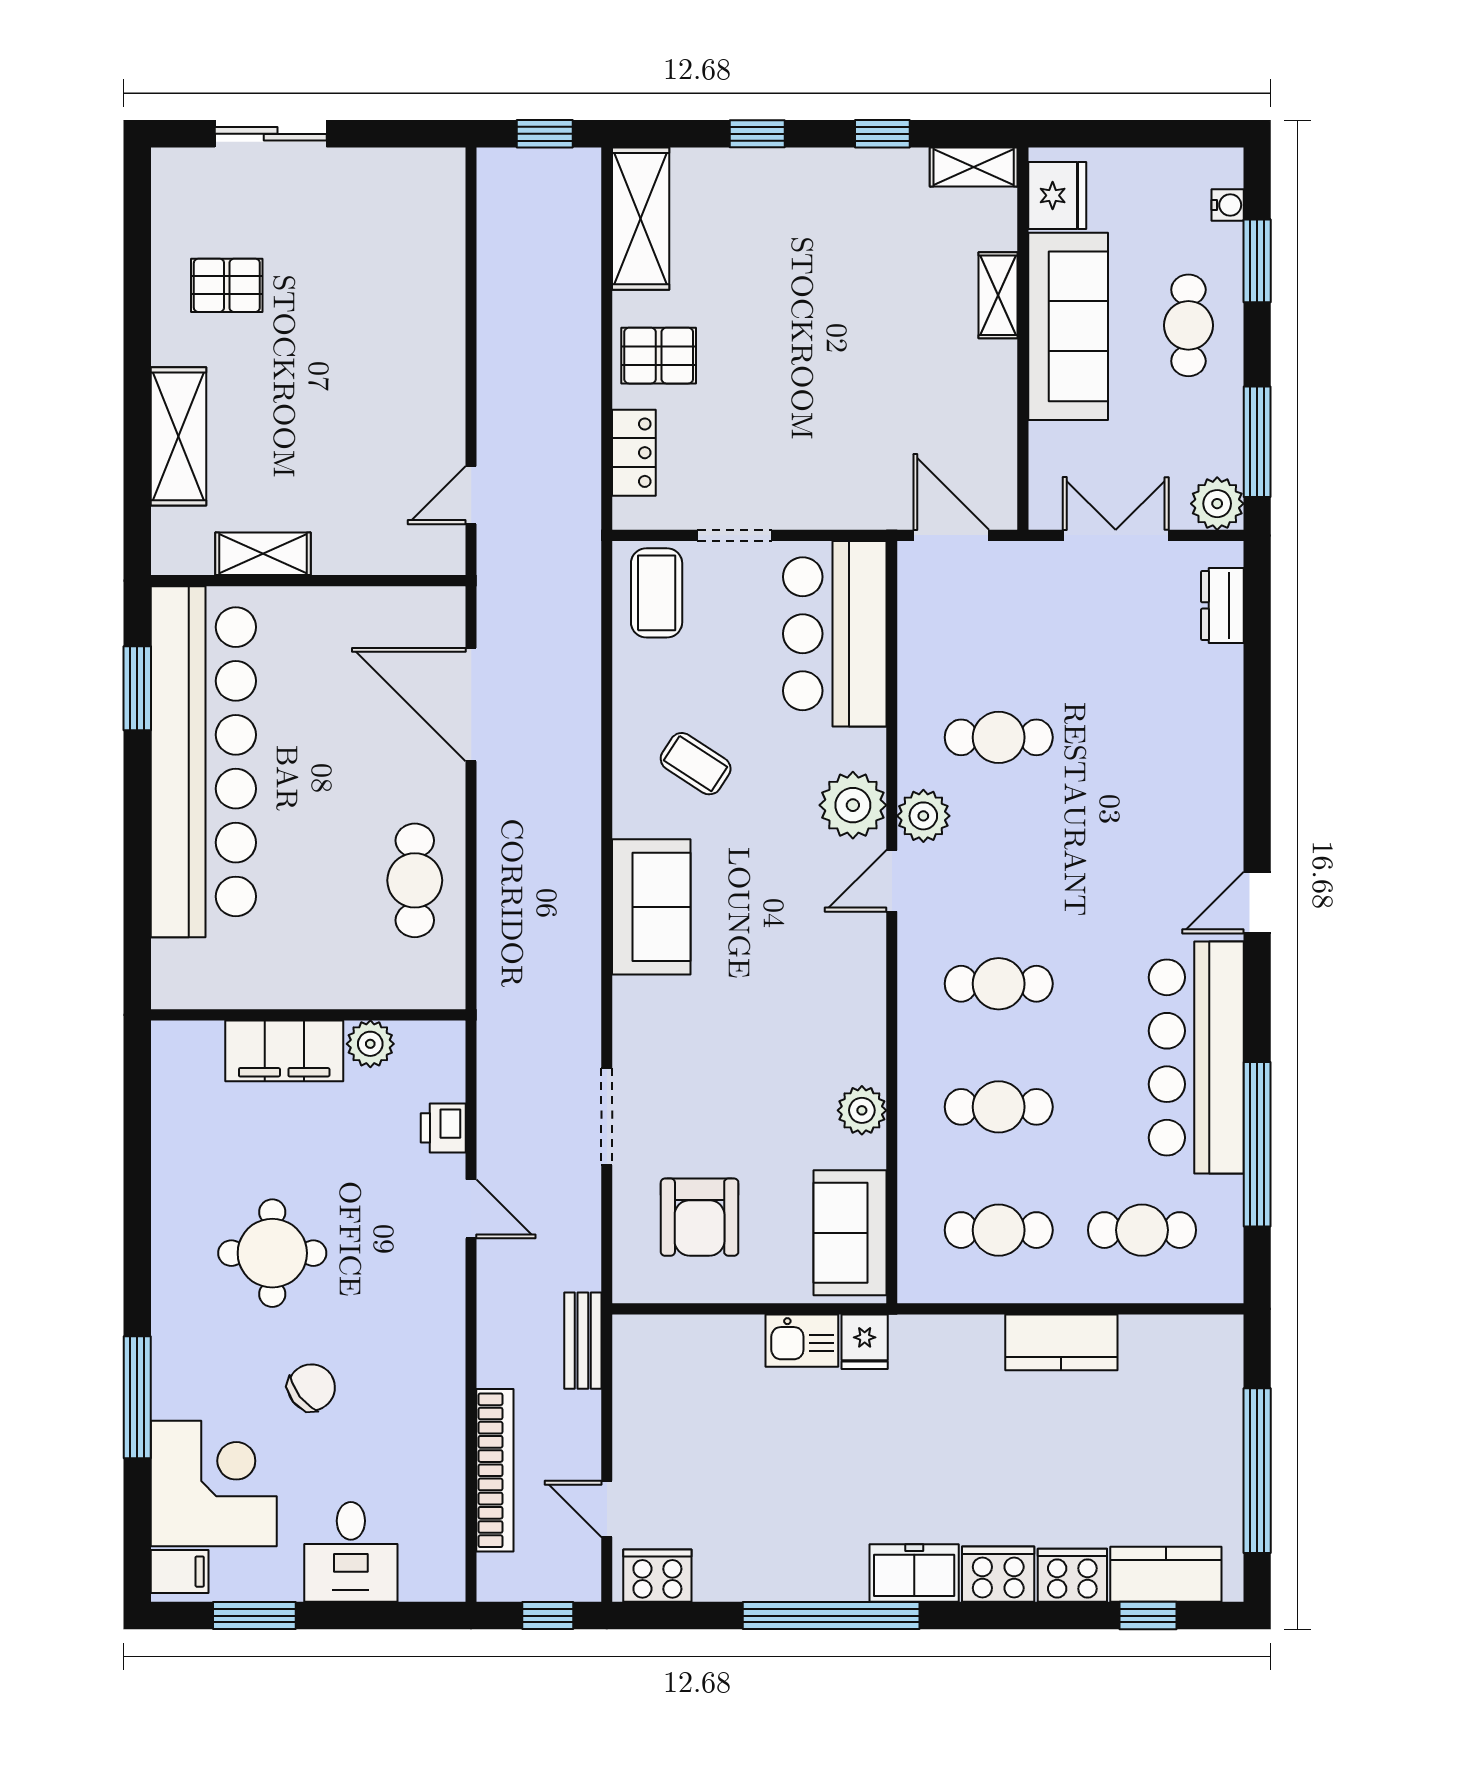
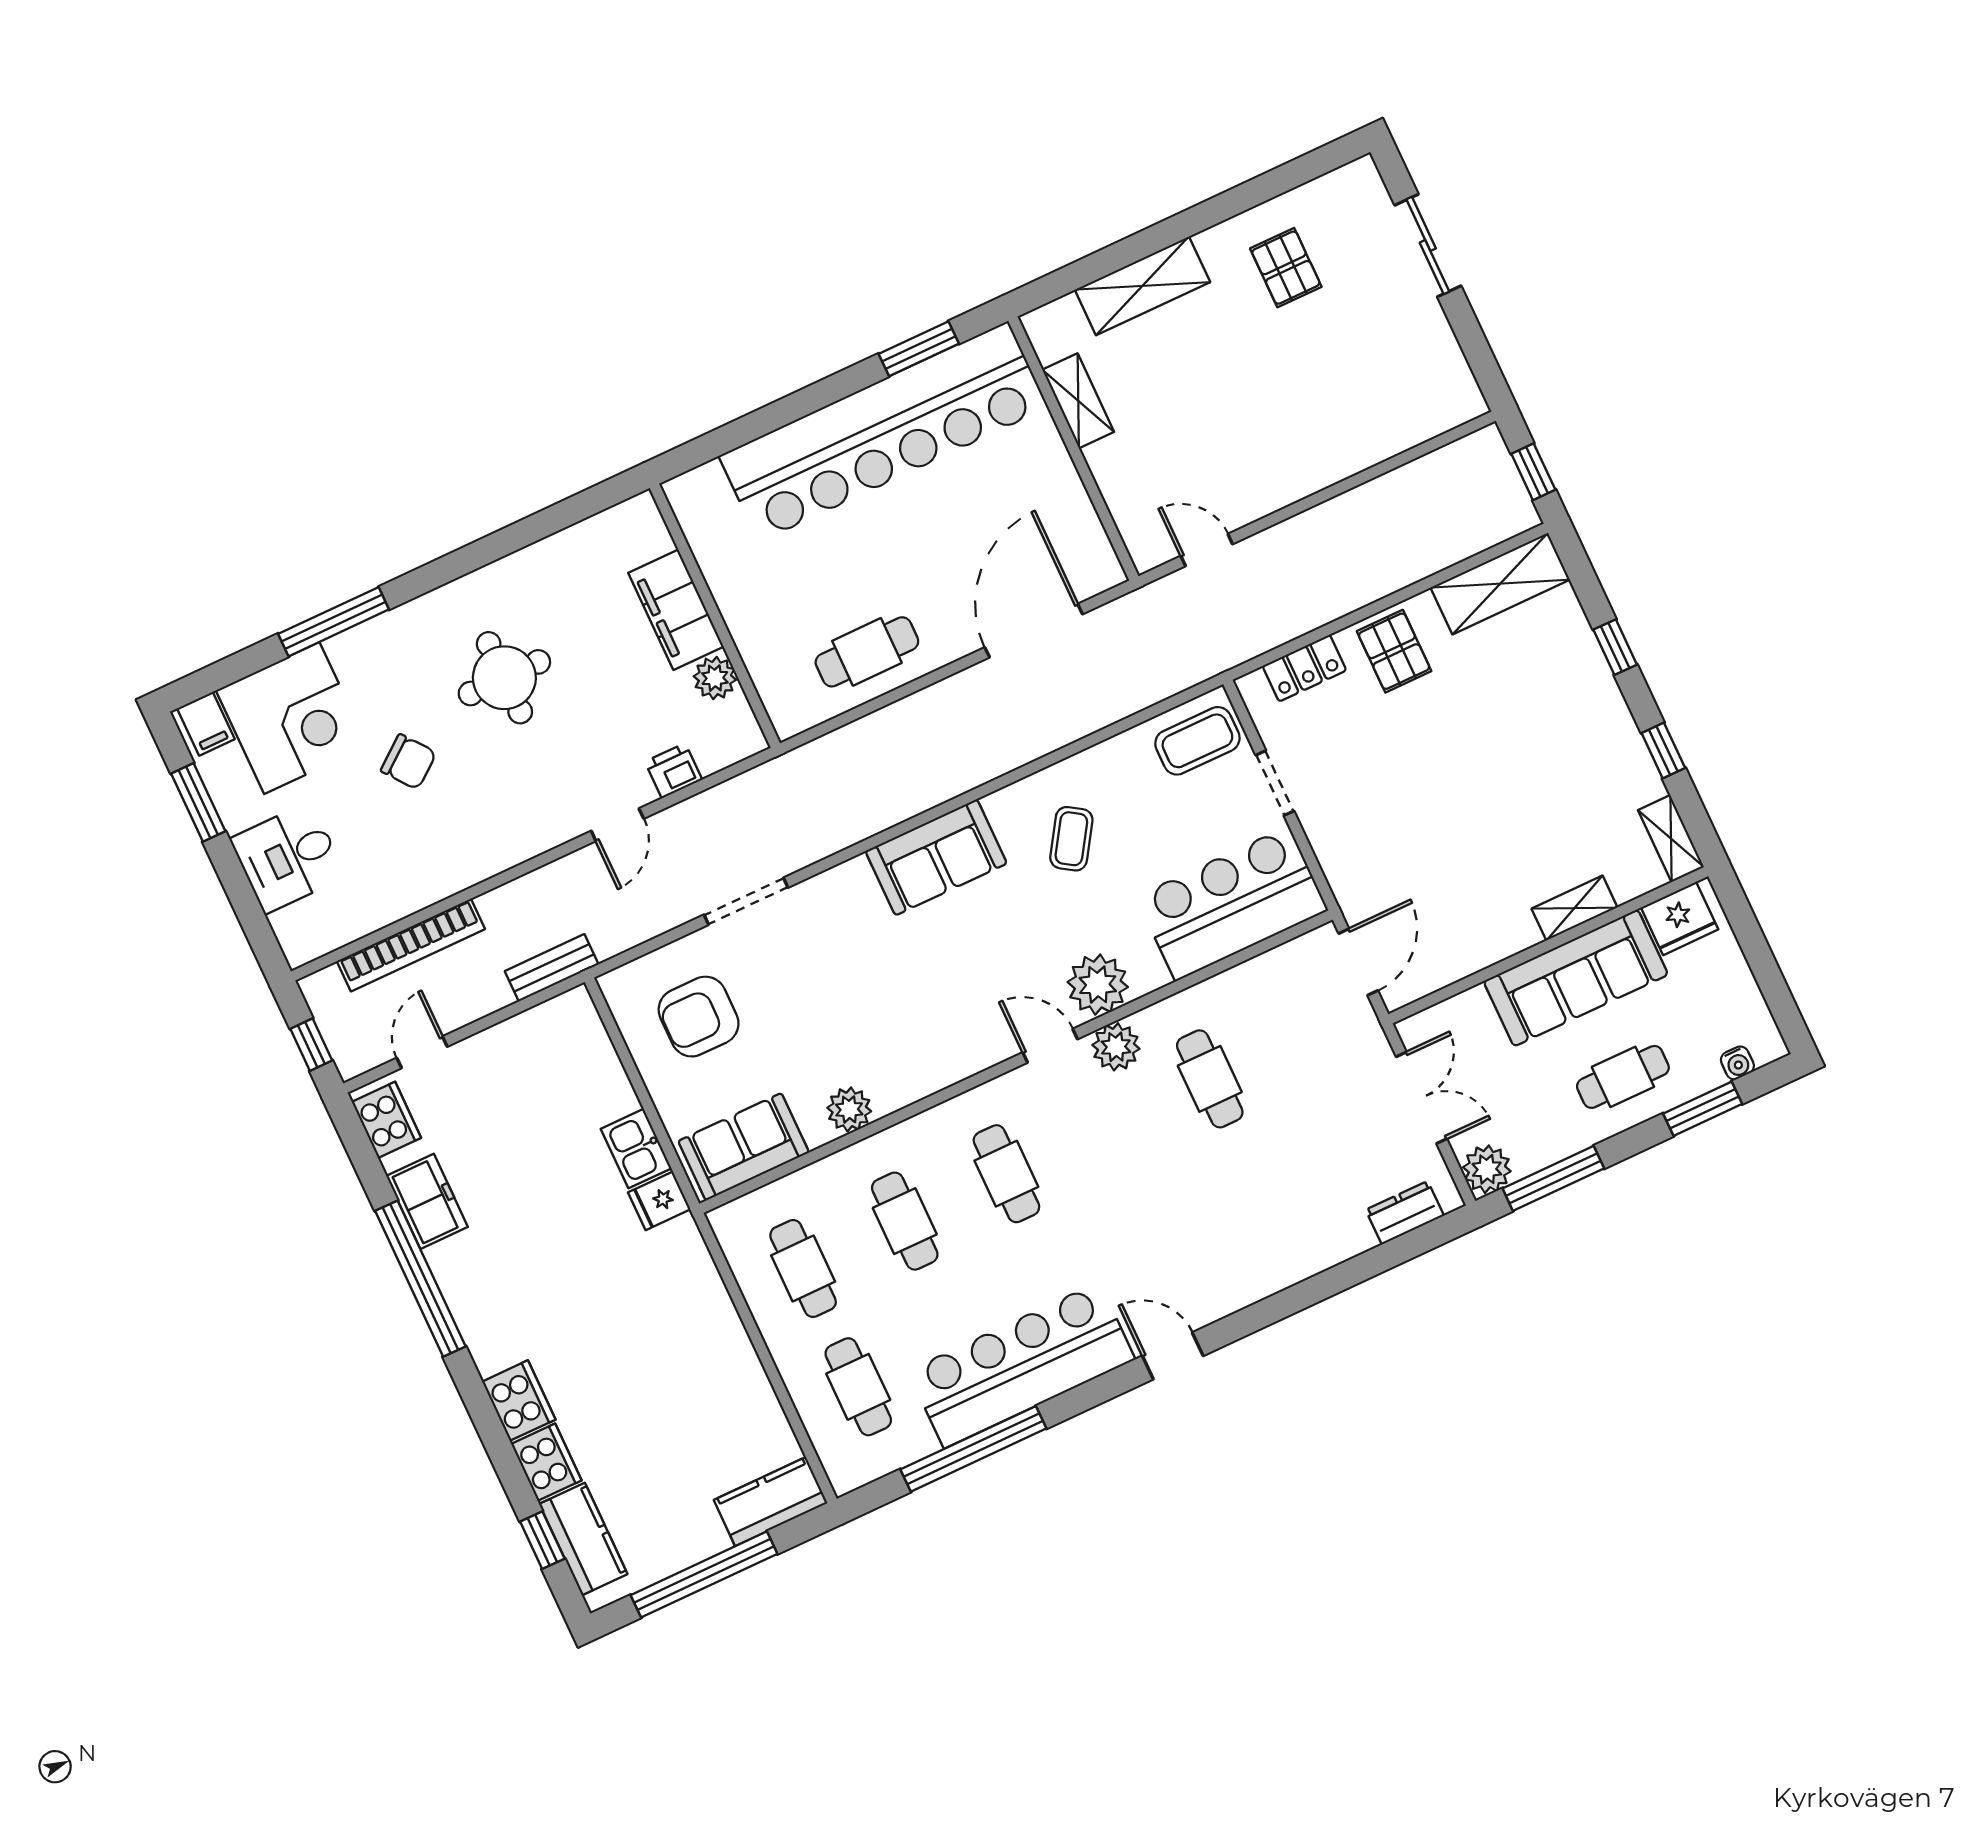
kitchen counter: (1061, 1342) -> (771, 1502), moved, turned 90
freezer: (914, 1573) -> (427, 1201), moved

